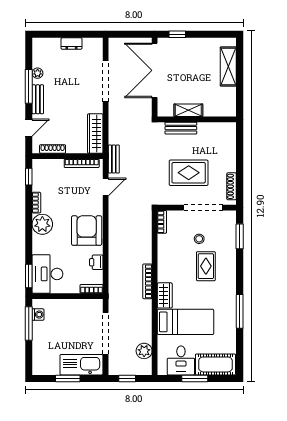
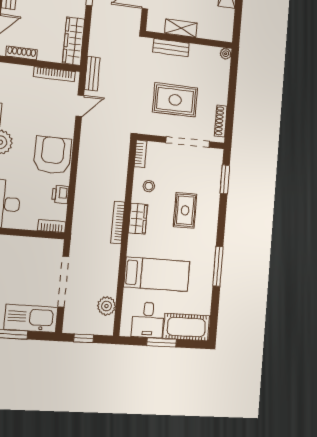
plant: (231, 127) -> (226, 54), added
stool: (199, 239) -> (149, 186), moved
wardrobe: (165, 295) -> (138, 219), moved

